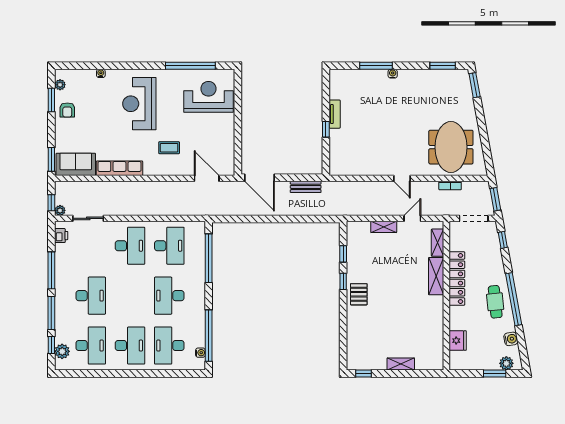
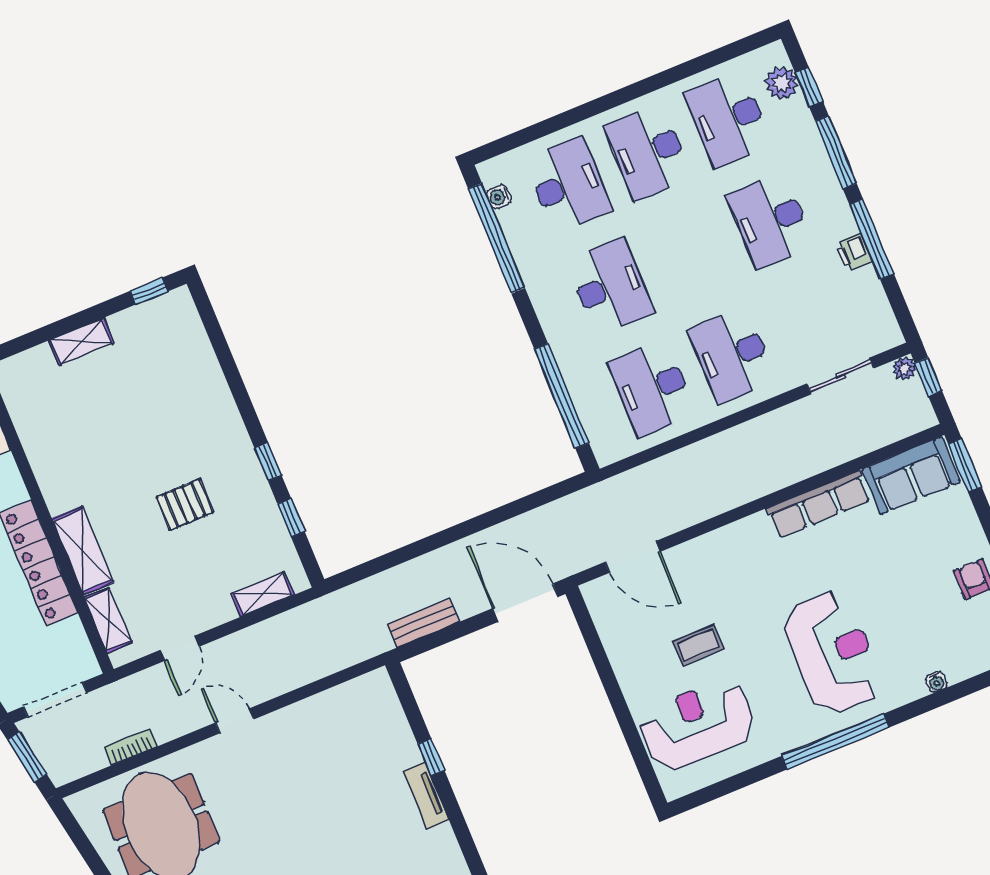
window: (190, 66) -> (835, 742), moved
reception desk: (208, 97) -> (697, 725), turned 180
coffee table: (169, 148) -> (698, 645), moved
shelving: (384, 227) -> (263, 594), moved
printer: (61, 236) -> (854, 252), moved
pallet: (359, 294) -> (185, 505), moved, turned 90

